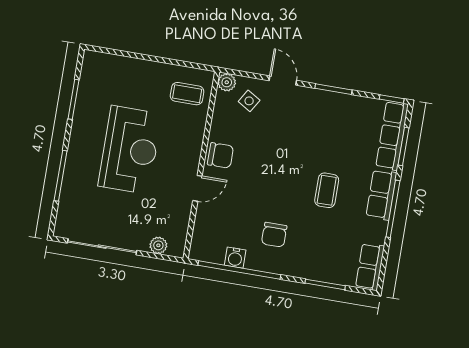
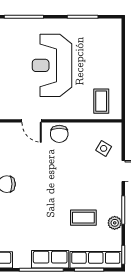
plant: (227, 82) -> (115, 223), moved
reception desk: (130, 150) -> (52, 65), turned 90
coffee table: (327, 190) -> (83, 218), moved

